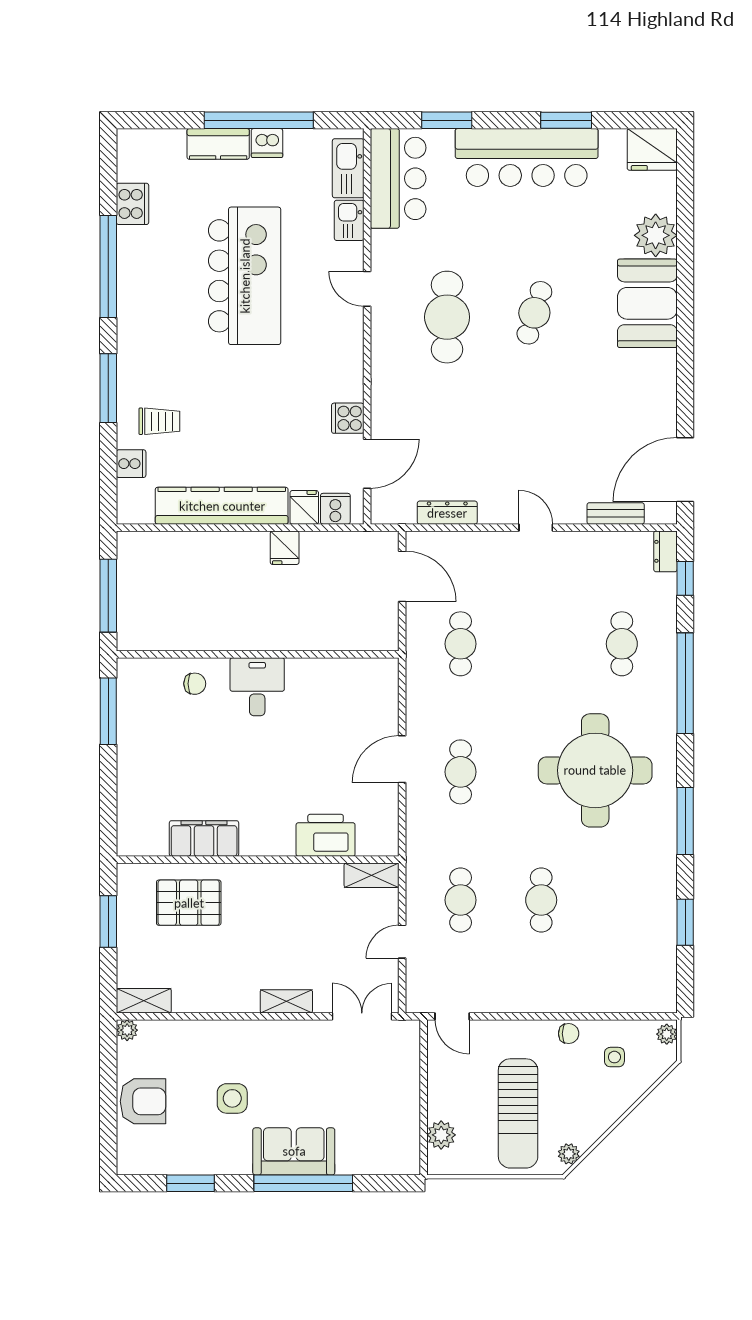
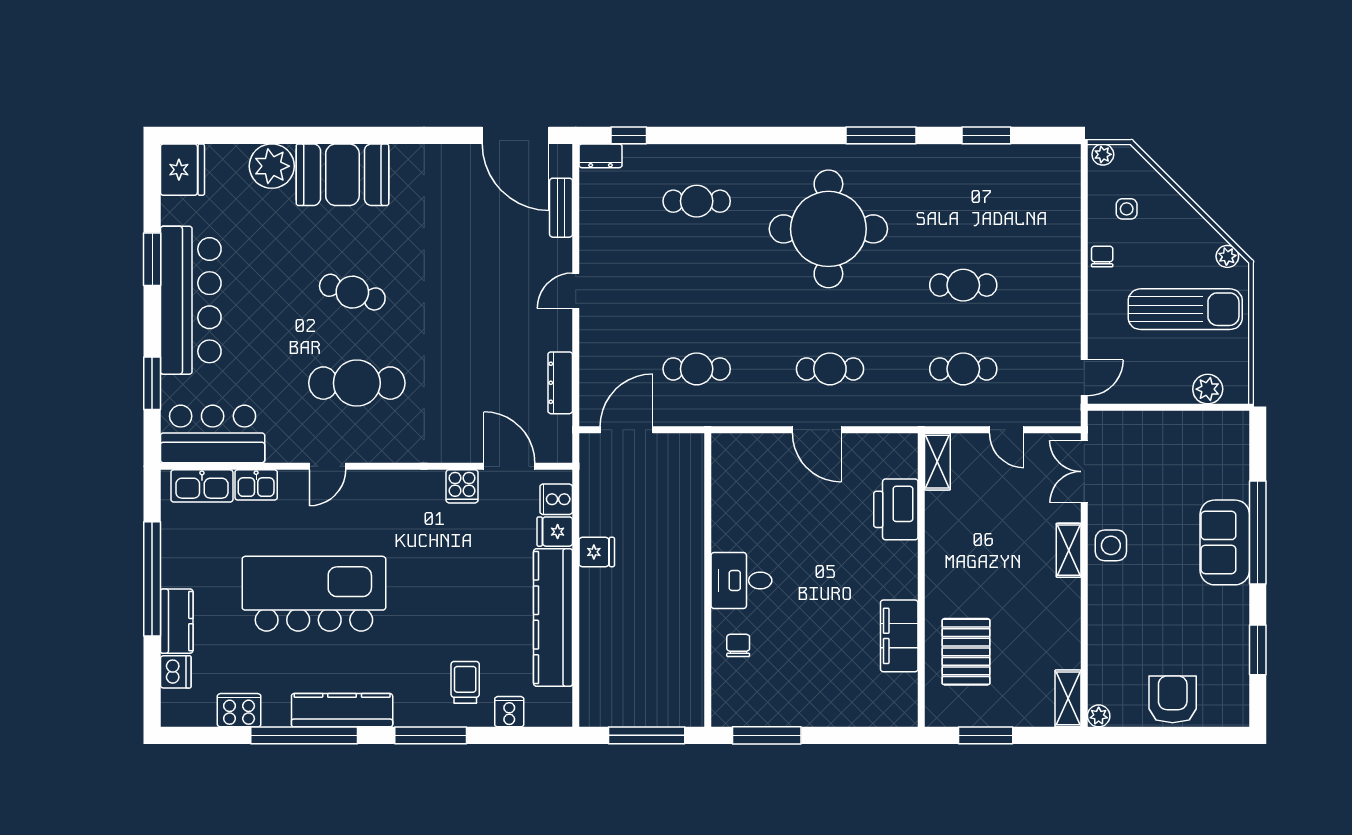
dishwasher: (267, 143) -> (176, 672), moved
kitchen counter: (133, 303) -> (342, 710), added
window: (685, 683) -> (738, 135), removed
side table: (232, 1098) -> (1111, 545), moved

